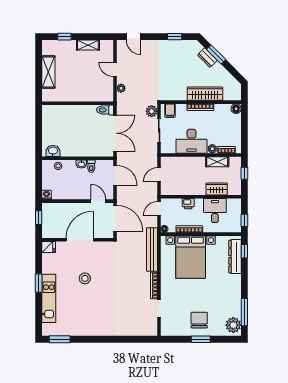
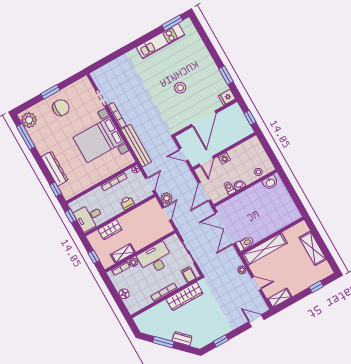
shelving: (88, 45) -> (280, 298), moved
window: (216, 54) -> (163, 342), moved
wardrobe: (205, 94) -> (185, 296), moved
shelving: (91, 95) -> (265, 249), added
floor lamp: (236, 109) -> (124, 294), moved
plant: (152, 111) -> (167, 198), moved
door: (115, 175) -> (204, 192), hinge flipped
washing machine: (47, 195) -> (224, 158), moved
door: (98, 201) -> (206, 161), hinge flipped
desk: (215, 211) -> (89, 217), moved, turned 90
door: (115, 218) -> (184, 155), width x0.53
bed with nightstands: (191, 257) -> (99, 140), moved, turned -90
dresser: (235, 257) -> (55, 169), moved
window: (39, 283) -> (226, 75), moved
kitchen unit: (49, 298) -> (161, 41), moved, turned -90
chair: (199, 320) -> (61, 108), turned -90

